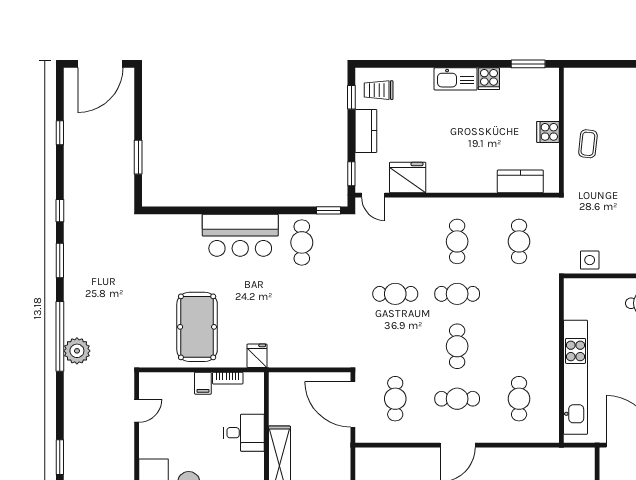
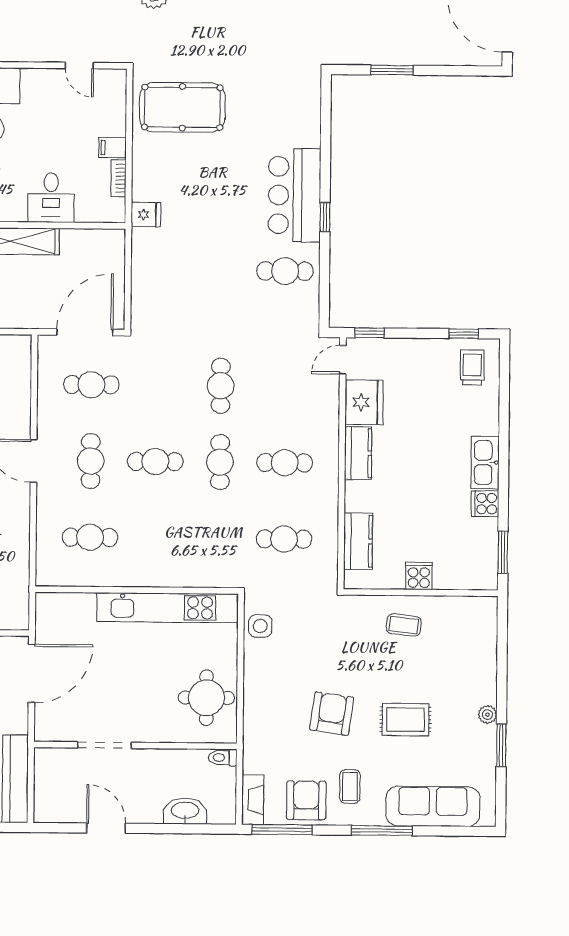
kitchen counter: (366, 131) -> (358, 453), moved, turned -90
window: (328, 210) -> (325, 217), moved
pool table: (197, 327) -> (182, 107), moved
kitchen unit: (576, 377) -> (168, 608), moved

